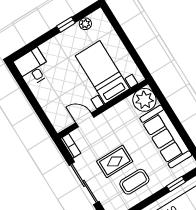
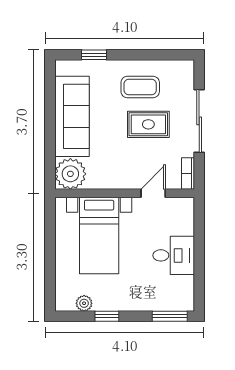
window: (26, 49) -> (170, 316), added
desk: (33, 67) -> (174, 255), moved, turned -90
door: (85, 120) -> (153, 193), swing flipped

